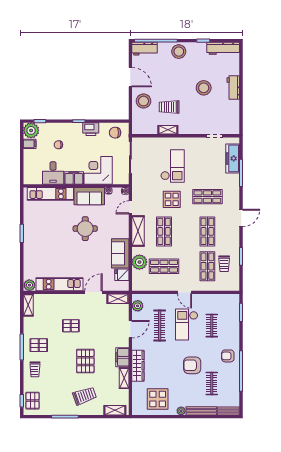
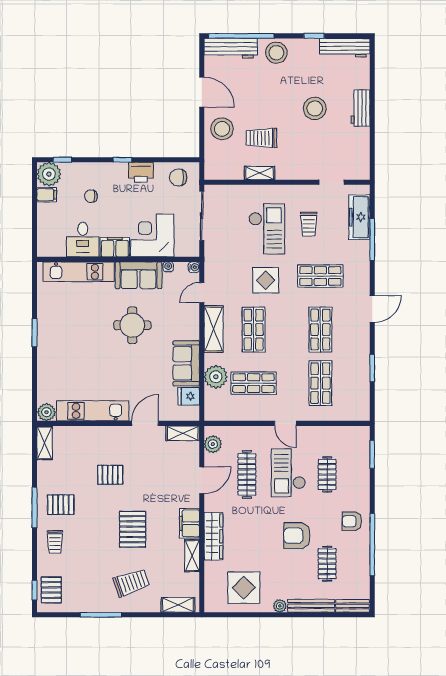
workbench: (144, 49) -> (231, 48), width x1.38
trolley: (224, 264) -> (309, 224), moved

